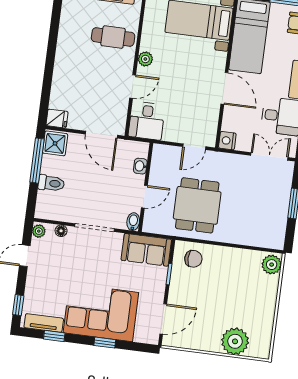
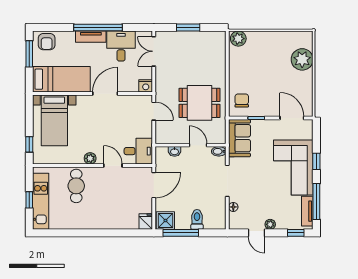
plant: (39, 231) -> (270, 224), moved
window: (54, 336) -> (316, 202), width x2.17

